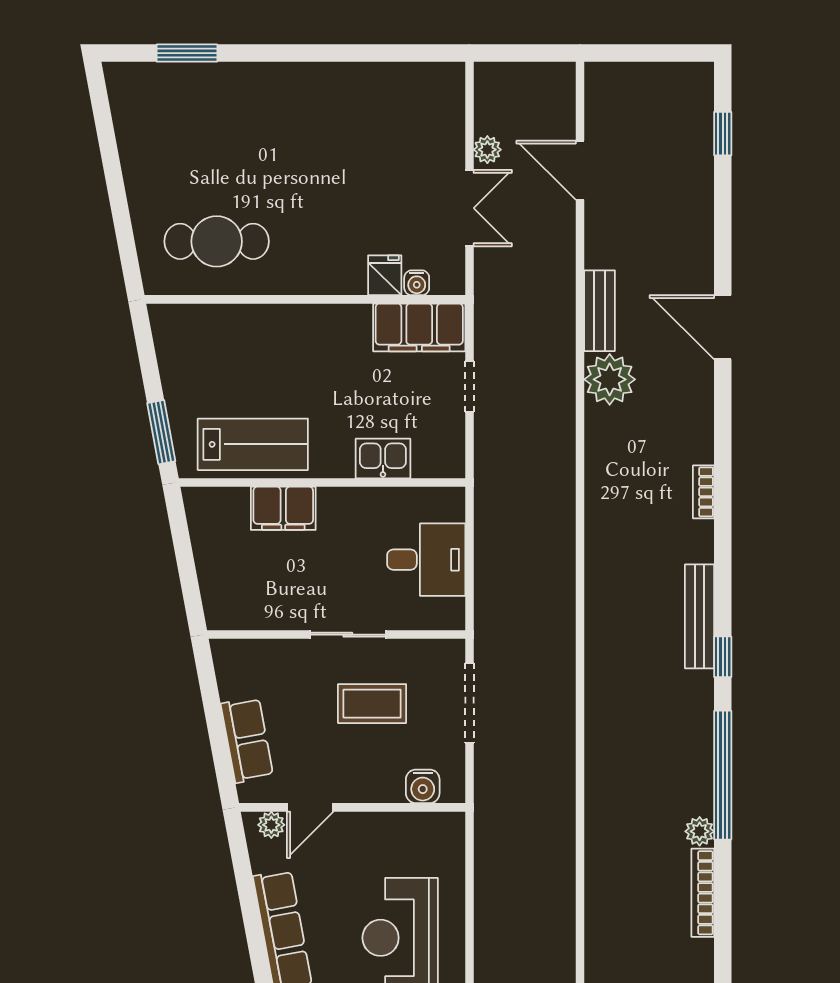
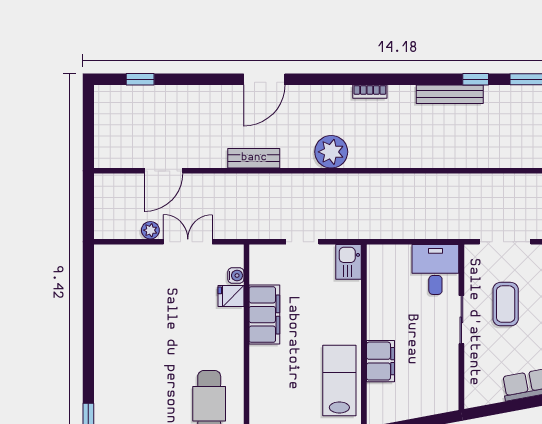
filing cabinet: (419, 327) -> (264, 315), moved
plant: (610, 379) -> (331, 152), moved
kitchen sink: (383, 459) -> (348, 262), moved
desk: (426, 560) -> (435, 269), moved

